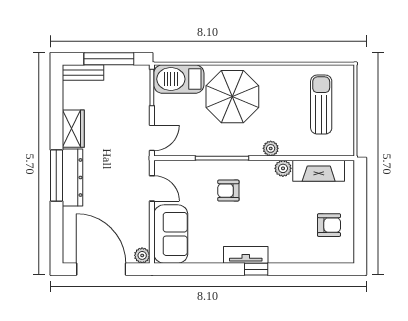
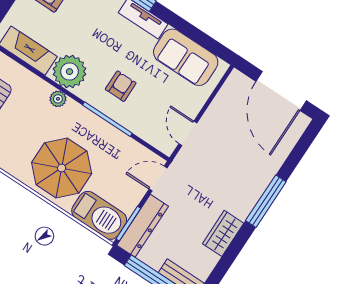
plant: (283, 168) -> (70, 72), width x1.87, depth x1.87
dresser: (73, 177) -> (143, 226), moved, turned 180
armchair: (228, 191) -> (121, 86), turned -90
sofa: (171, 234) -> (186, 57), moved, turned -90
plant: (142, 255) -> (236, 79), removed

